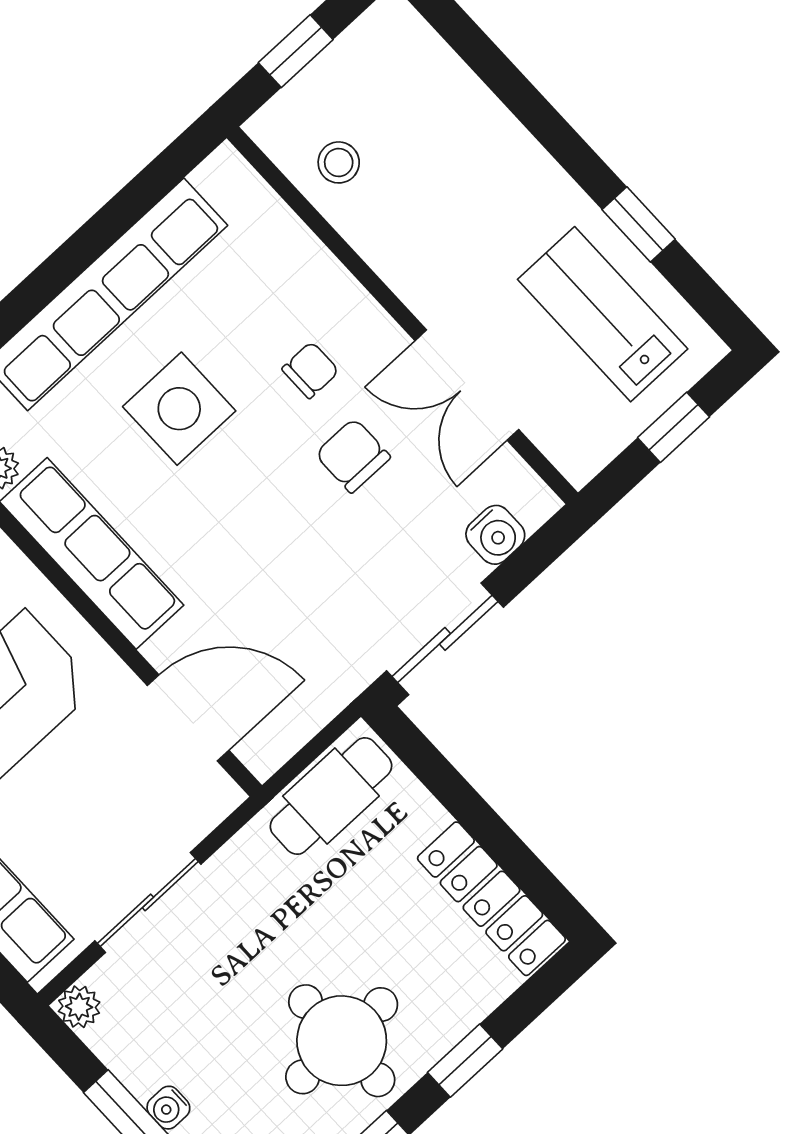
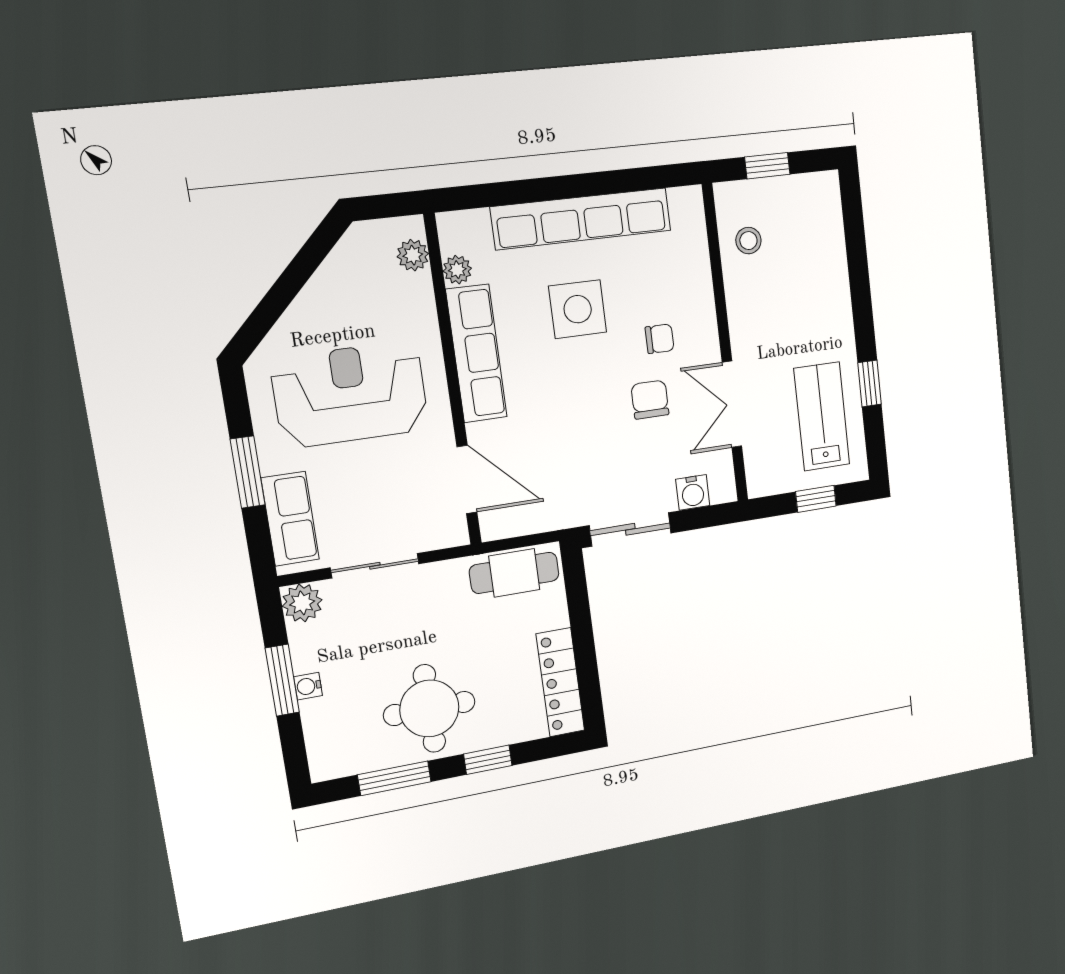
plant: (79, 1007) -> (302, 603), width x1.38, depth x1.38

